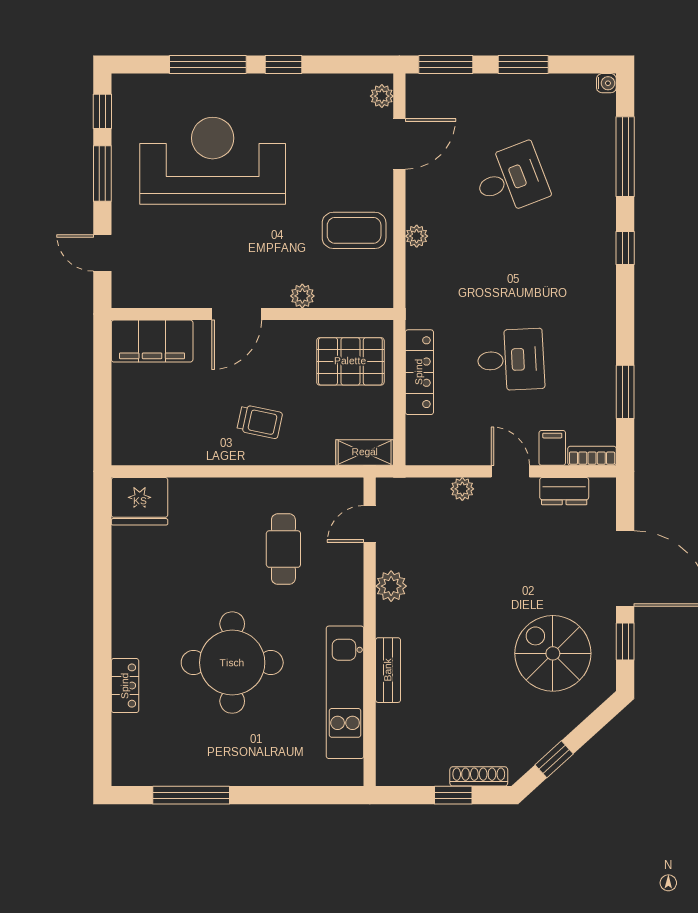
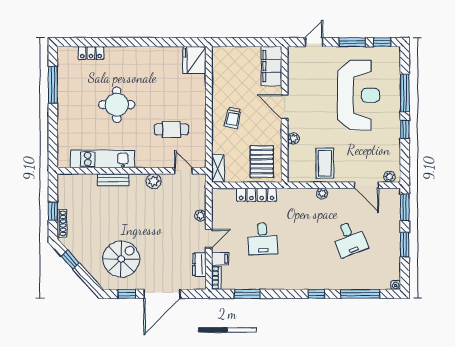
round table: (232, 663) -> (117, 105), width x0.73, depth x0.73
locker: (125, 686) -> (91, 53), moved

